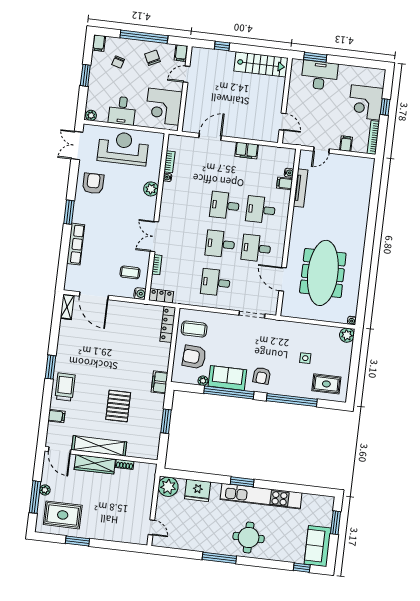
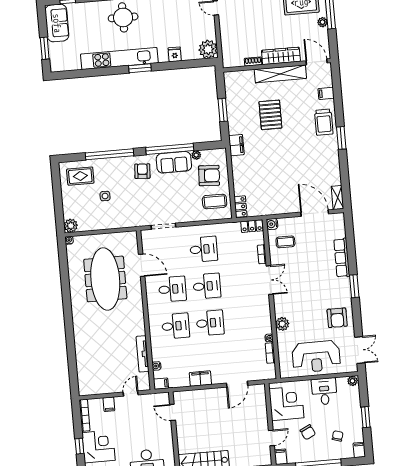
chair: (153, 58) -> (308, 432), moved
filing cabinet: (285, 183) -> (161, 384), moved
locker: (168, 324) -> (241, 207), width x0.66
fridge: (198, 490) -> (175, 54), width x0.53, depth x0.75

